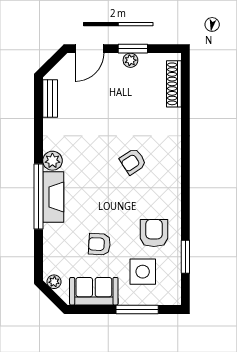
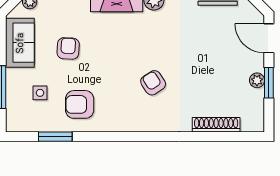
shoe rack: (174, 84) -> (216, 125), moved
armchair: (154, 233) -> (80, 104), turned 180
side table: (143, 272) -> (40, 93), width x0.54, depth x0.54

